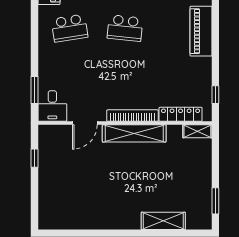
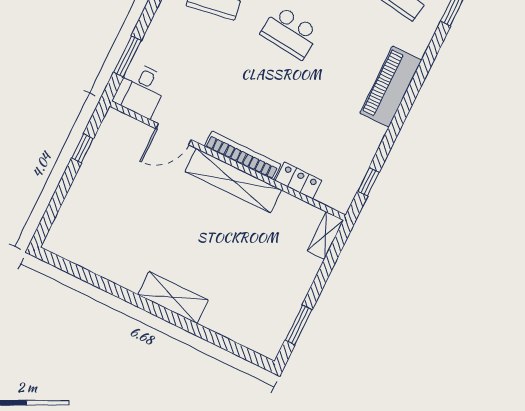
locker: (181, 114) -> (298, 181), width x0.66
shelving: (197, 131) -> (325, 235), moved, turned 90
shelving: (163, 221) -> (173, 297), moved

